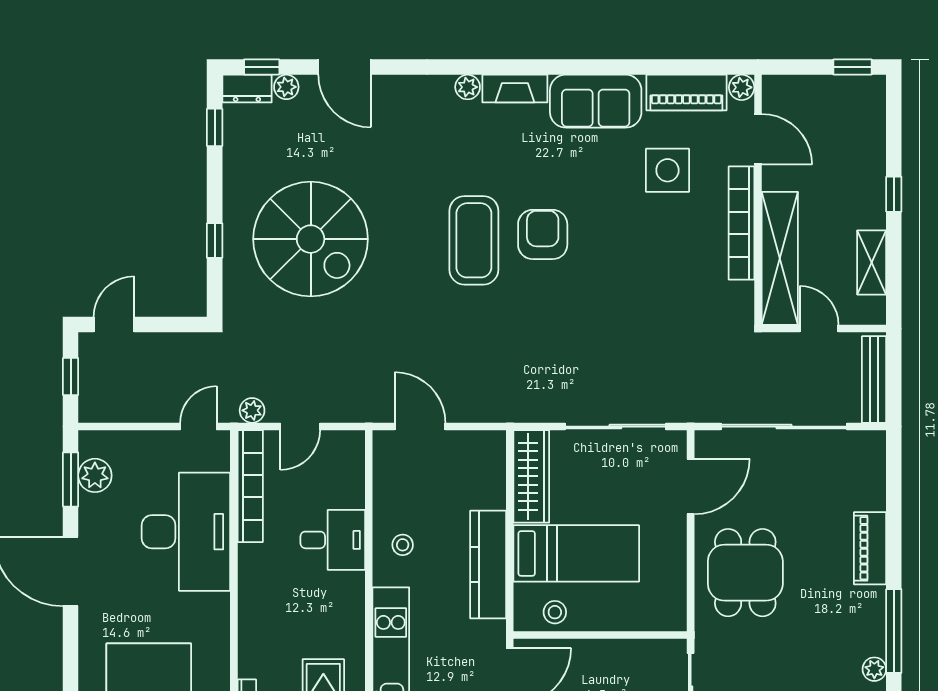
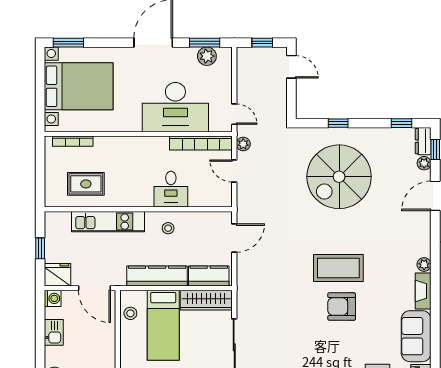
armchair: (543, 234) -> (342, 307), turned 180
kitchen counter: (488, 472) -> (209, 276), added

